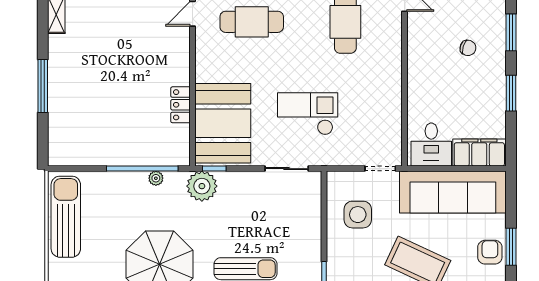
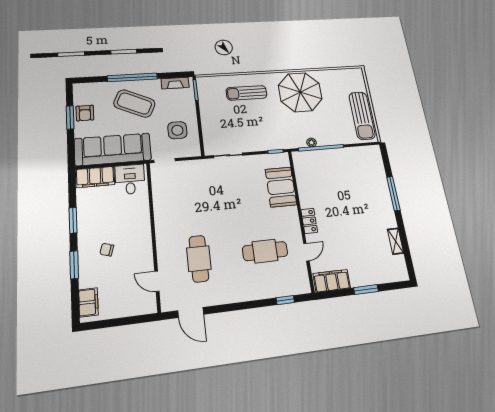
locker: (181, 105) -> (309, 221), moved
checkout: (308, 114) -> (218, 192), removed
booth: (223, 123) -> (281, 187), width x0.73, depth x0.70
plant: (202, 186) -> (282, 140), removed

